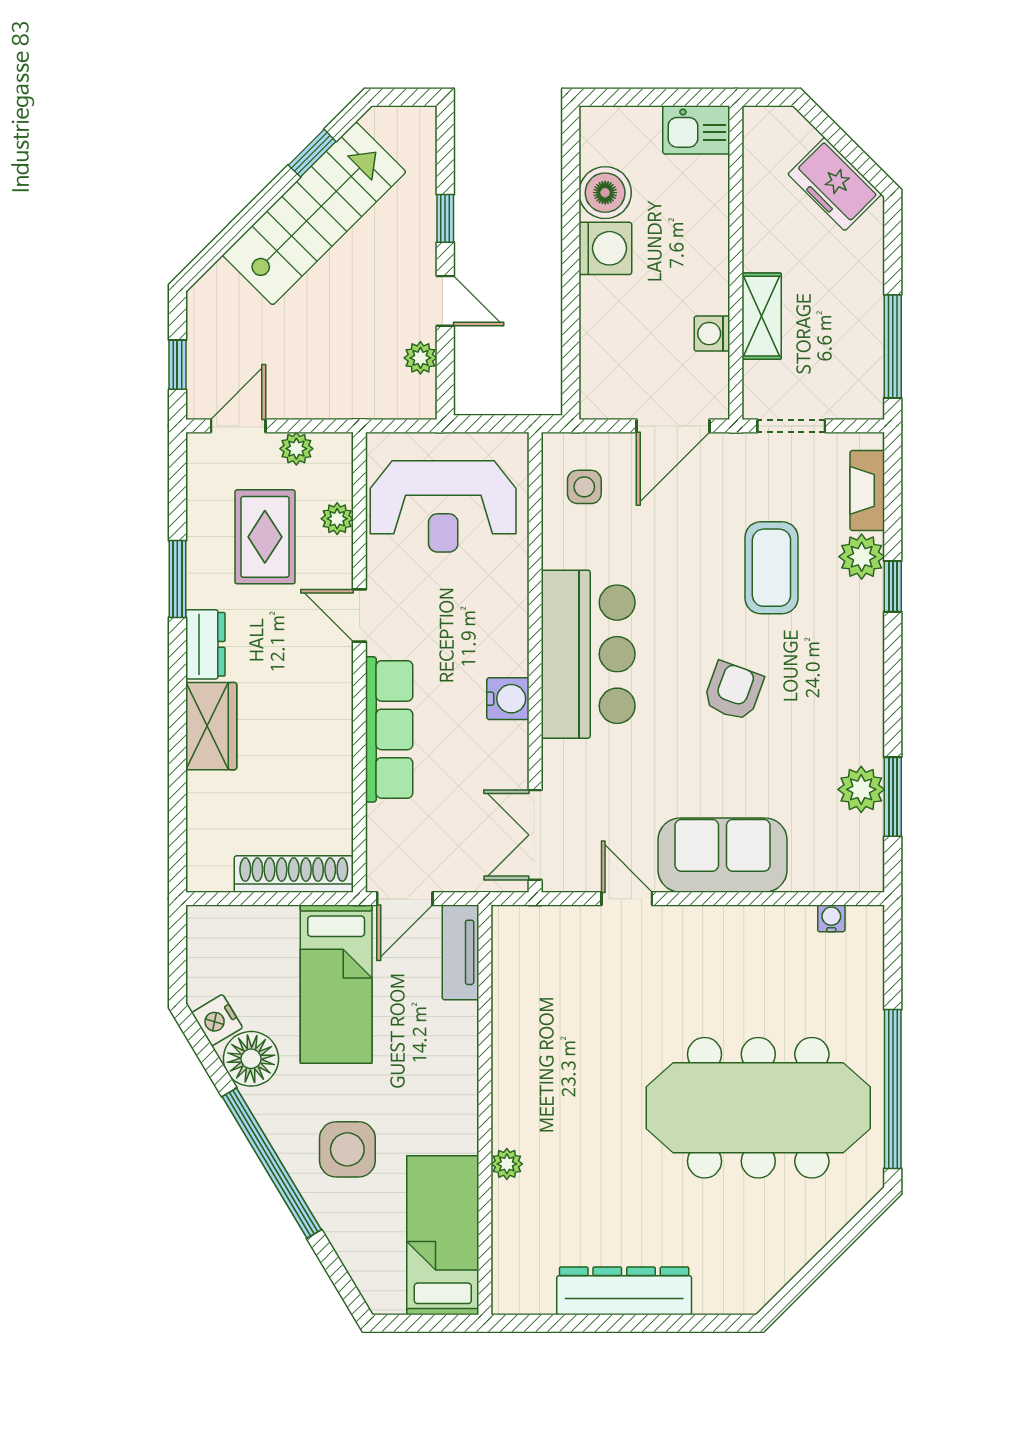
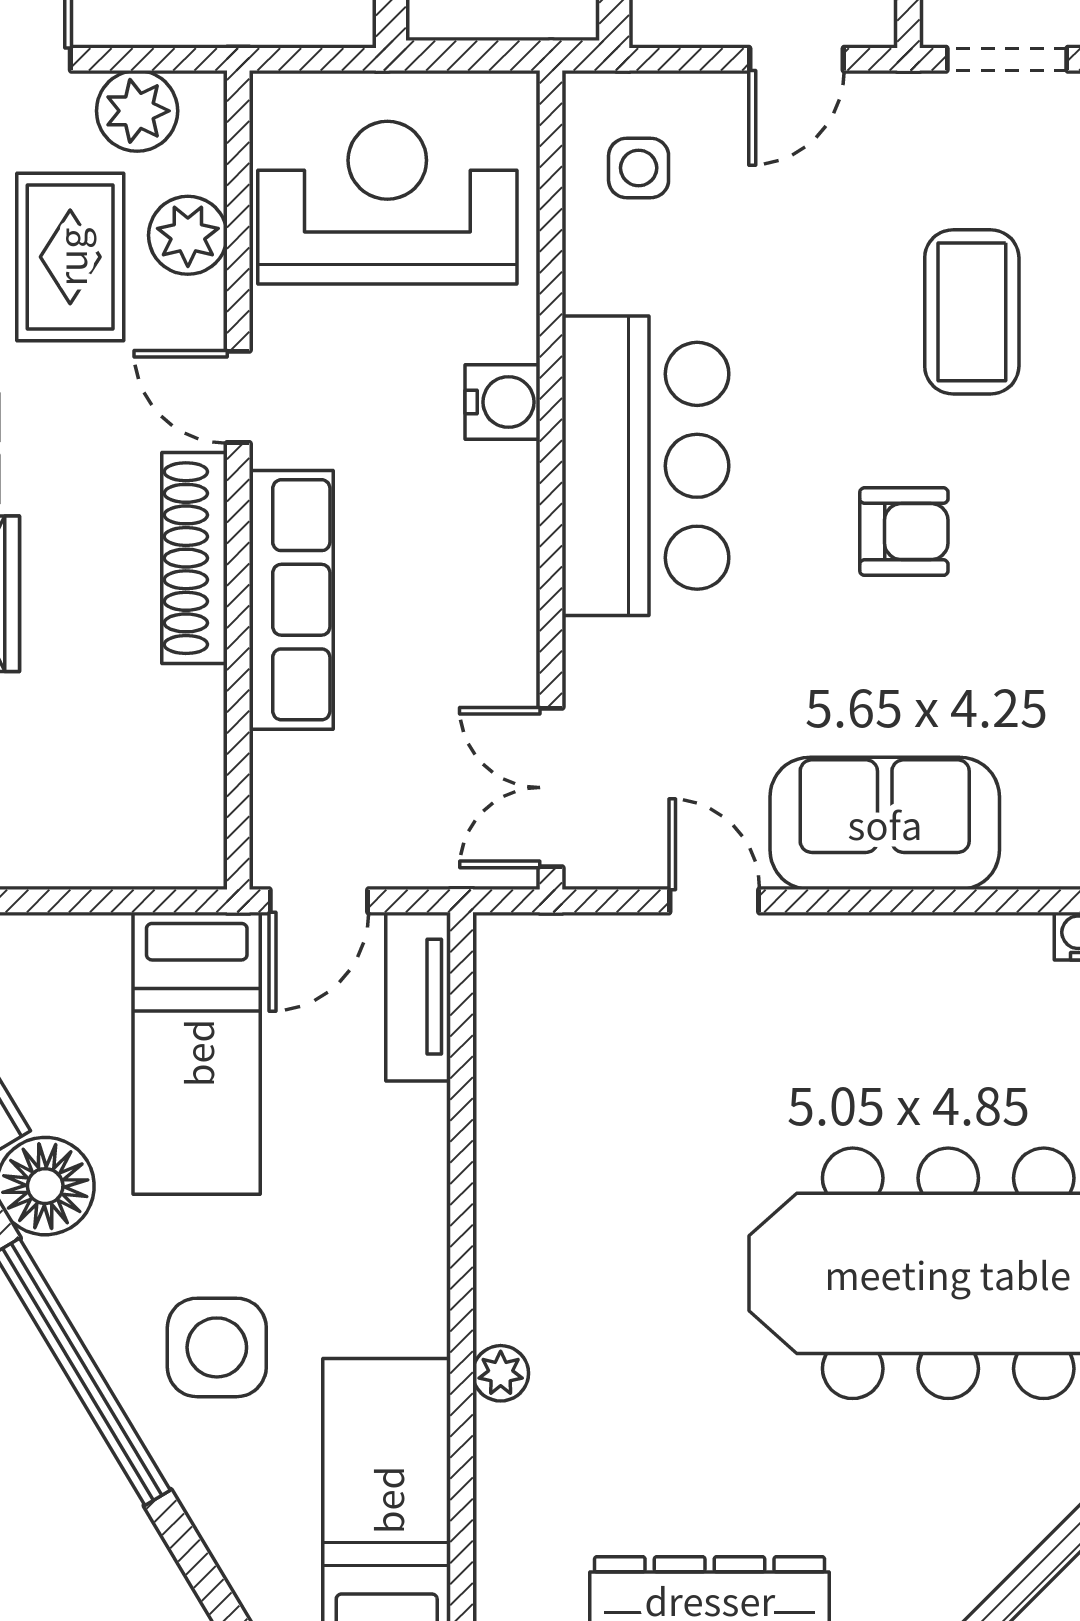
door: (673, 426) -> (797, 59), width x0.73
plant: (296, 449) -> (137, 111), width x1.38, depth x1.38
reception desk: (443, 506) -> (387, 203), turned 180
plant: (337, 519) -> (188, 235), width x1.38, depth x1.38
armchair: (733, 691) -> (904, 532), turned 70
water cooler: (508, 699) -> (502, 402), moved
shoe rack: (294, 874) -> (194, 558), moved, turned -90

